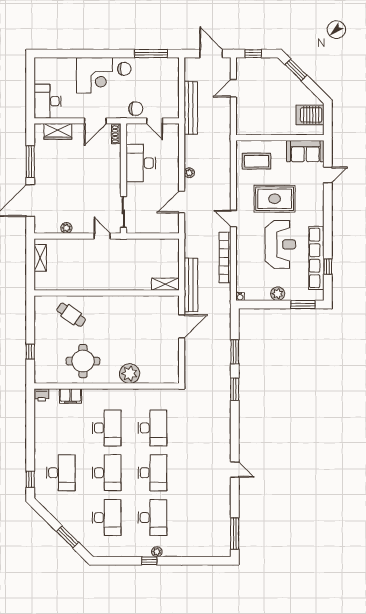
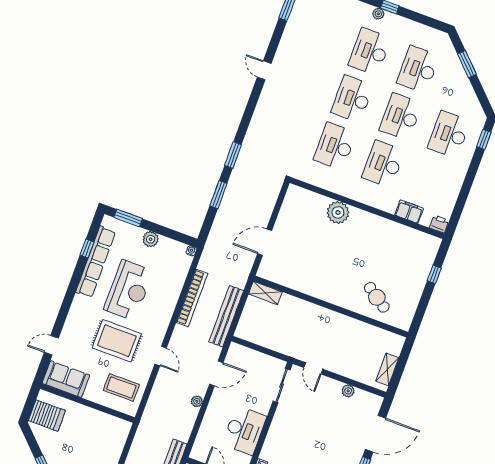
door: (233, 219) -> (161, 356), moved
reception desk: (280, 244) -> (128, 290), turned 180
bench: (191, 285) -> (226, 316), moved
round table: (83, 361) -> (382, 244), removed

